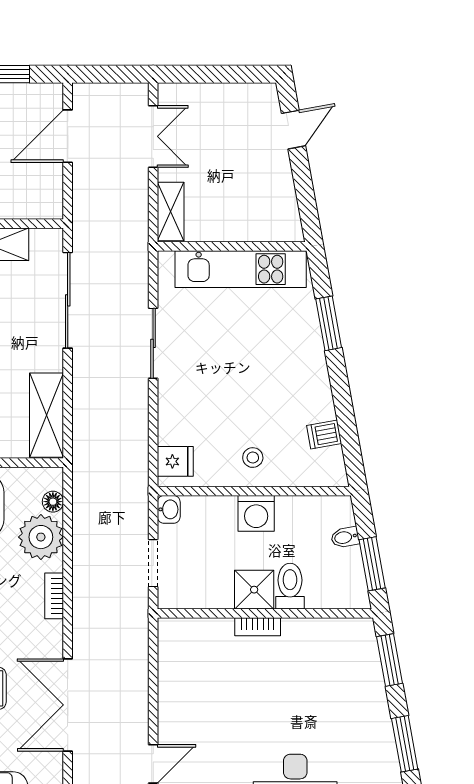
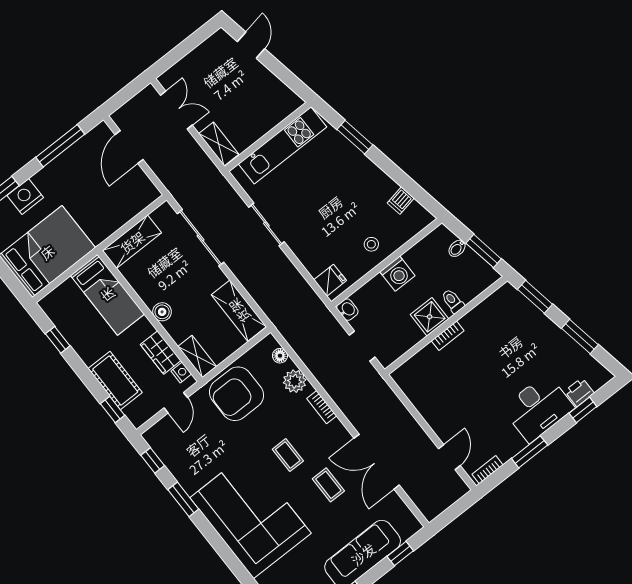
plant: (41, 537) -> (295, 381), width x0.73, depth x0.73
toilet: (290, 586) -> (453, 301), width x0.73, depth x0.72

